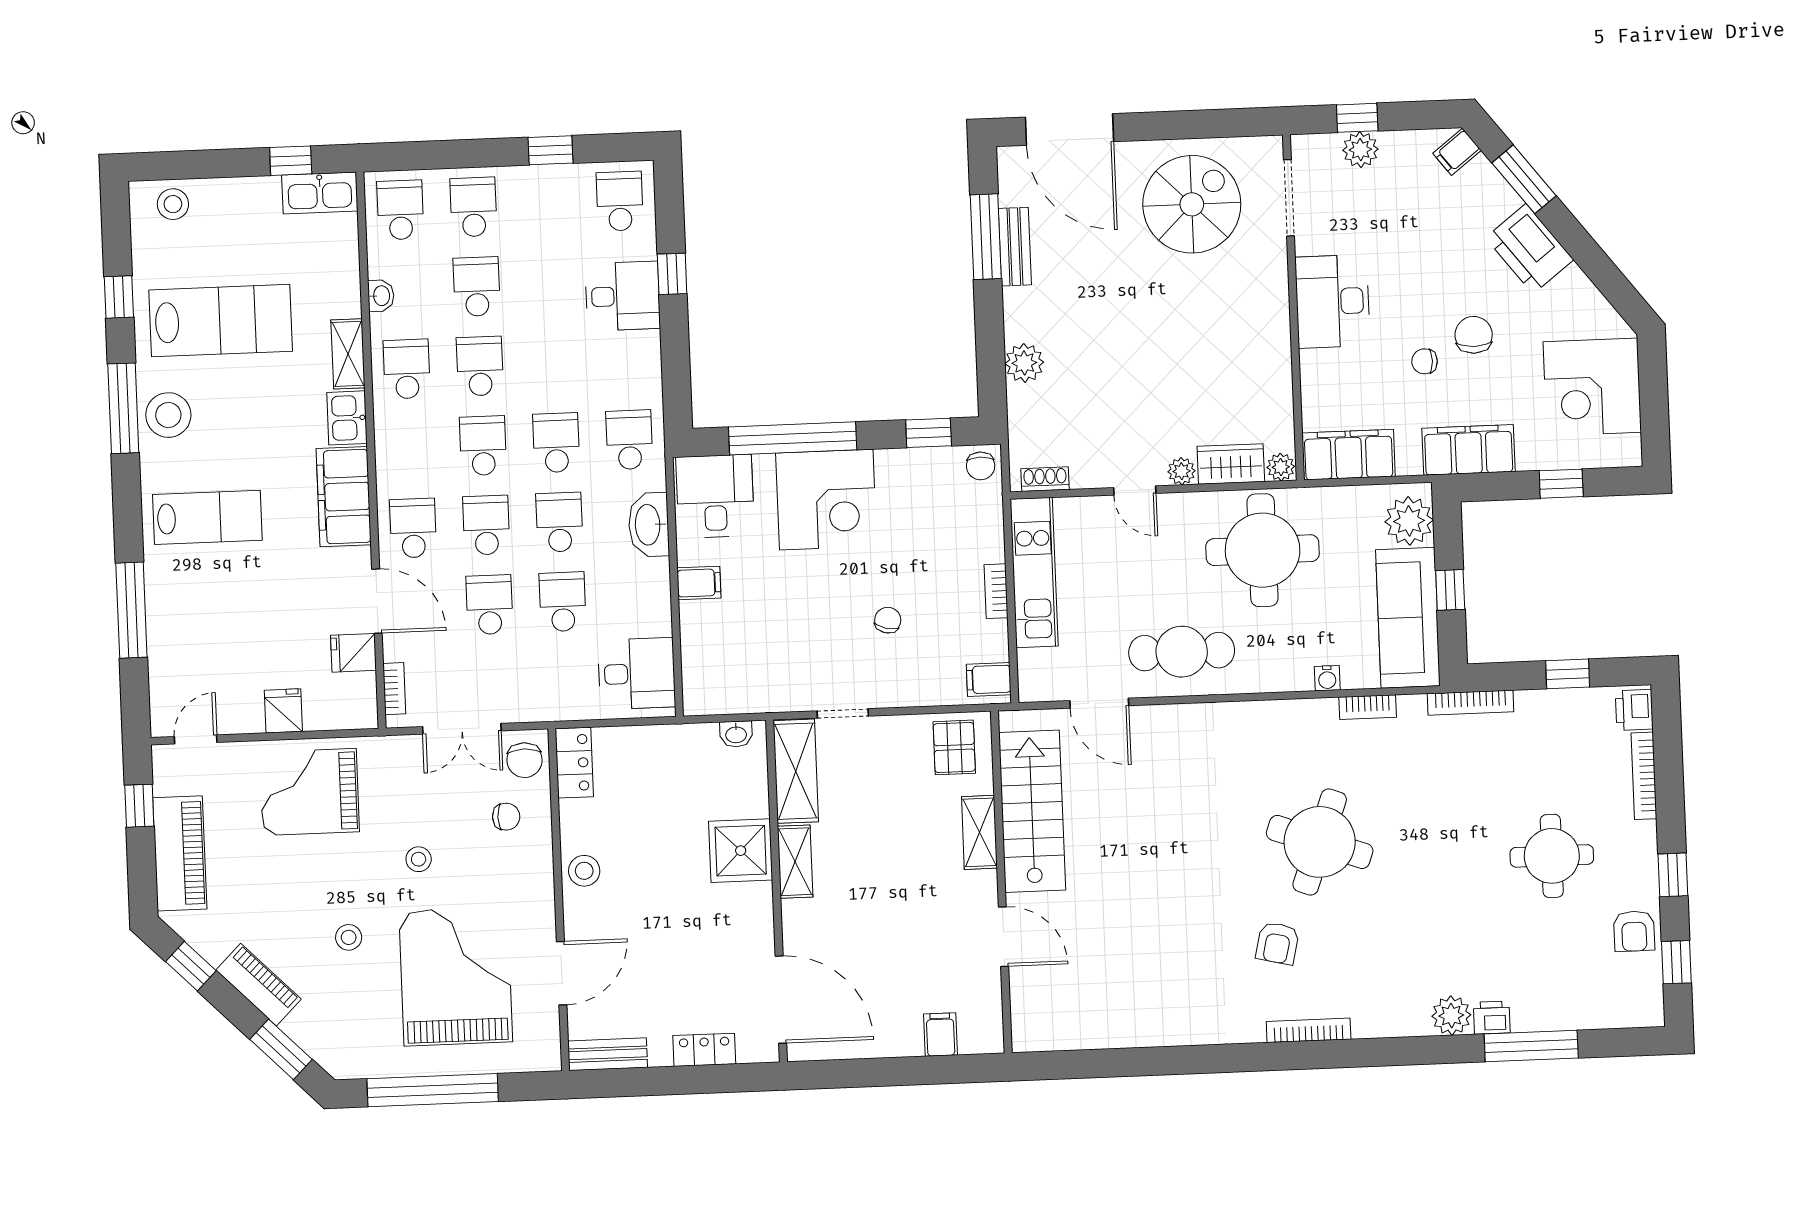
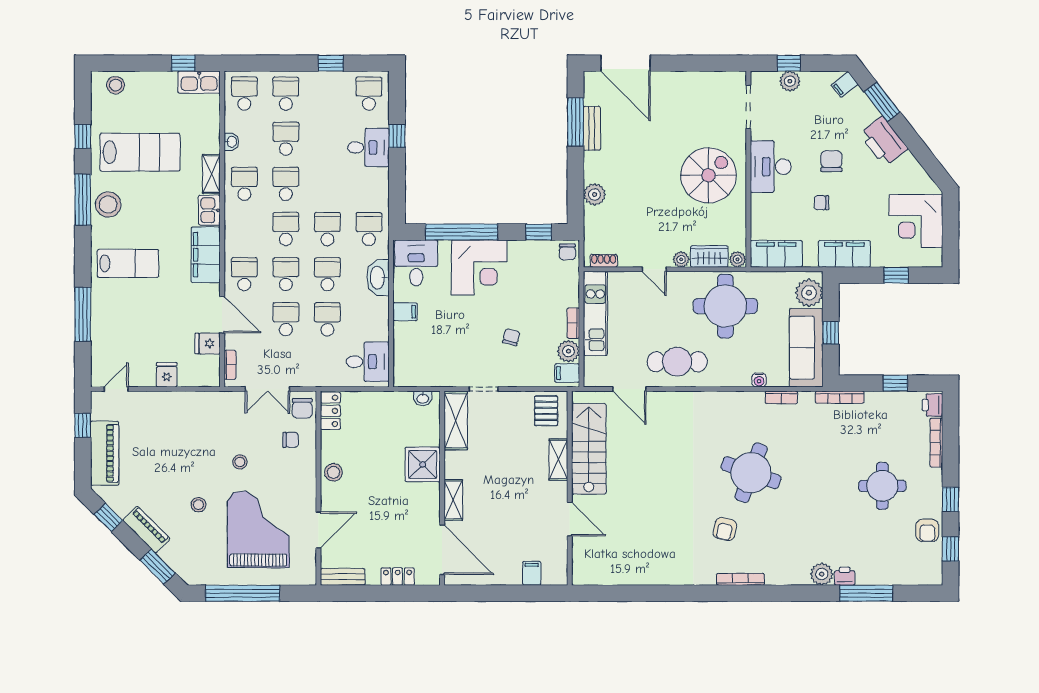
spiral stairs: (1192, 204) -> (708, 175), moved
chair: (1474, 335) -> (831, 161), moved
plant: (989, 641) -> (568, 351), added
grand piano: (309, 792) -> (180, 421), removed
shelving: (795, 862) -> (453, 500), moved

